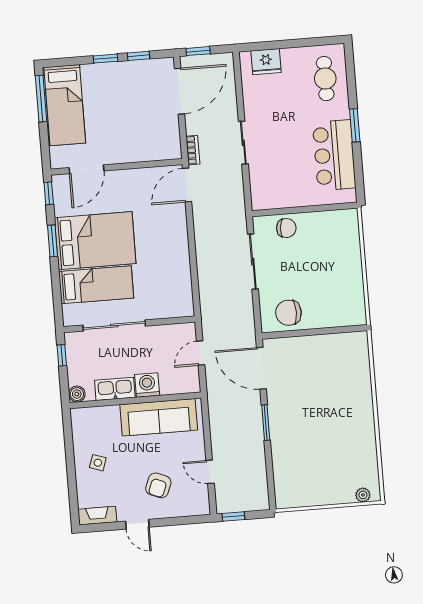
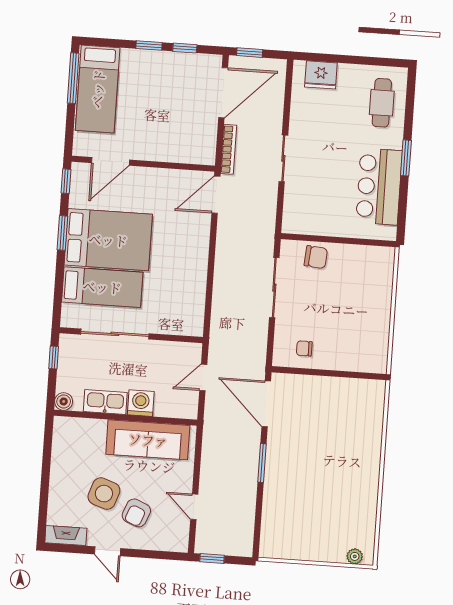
bookcase: (193, 150) -> (229, 149), width x1.56
chair: (288, 313) -> (304, 348), width x0.54, depth x0.54
side table: (98, 463) -> (104, 494), moved, width x1.87, depth x1.87

